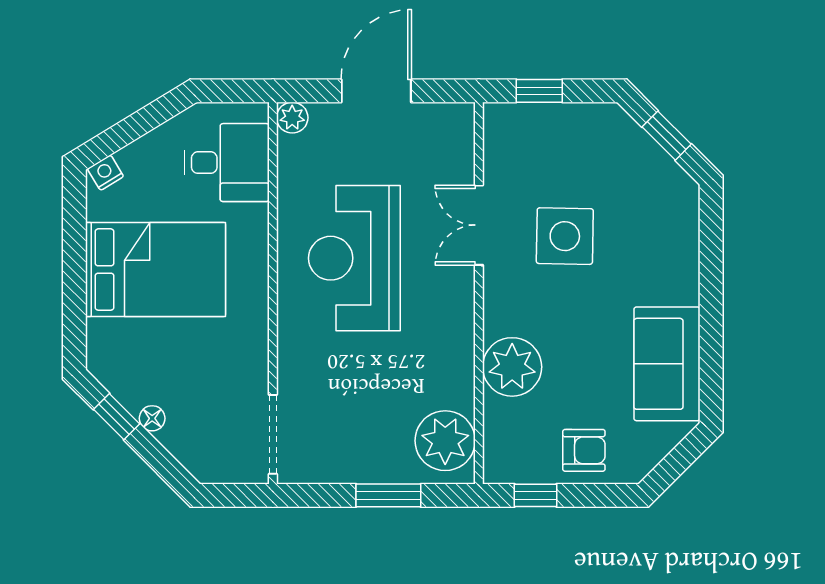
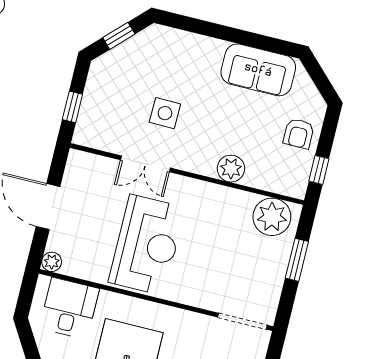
side table: (565, 236) -> (165, 113), width x0.73, depth x0.73
reception desk: (354, 258) -> (147, 245), turned -90
plant: (512, 367) -> (231, 169), width x0.73, depth x0.73
armchair: (584, 450) -> (299, 134), turned 180

